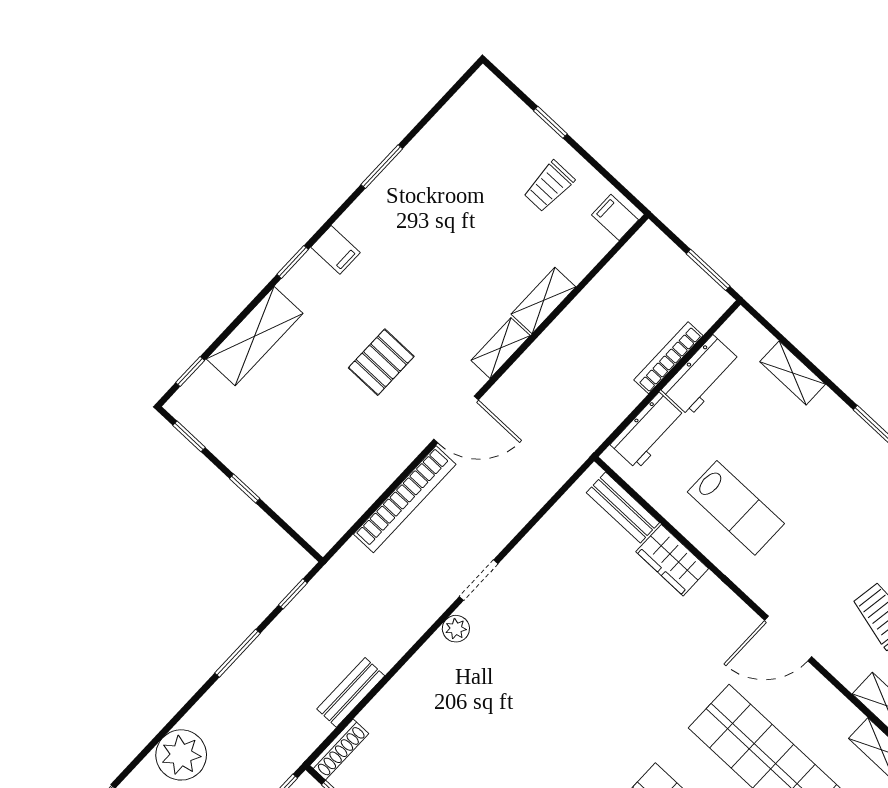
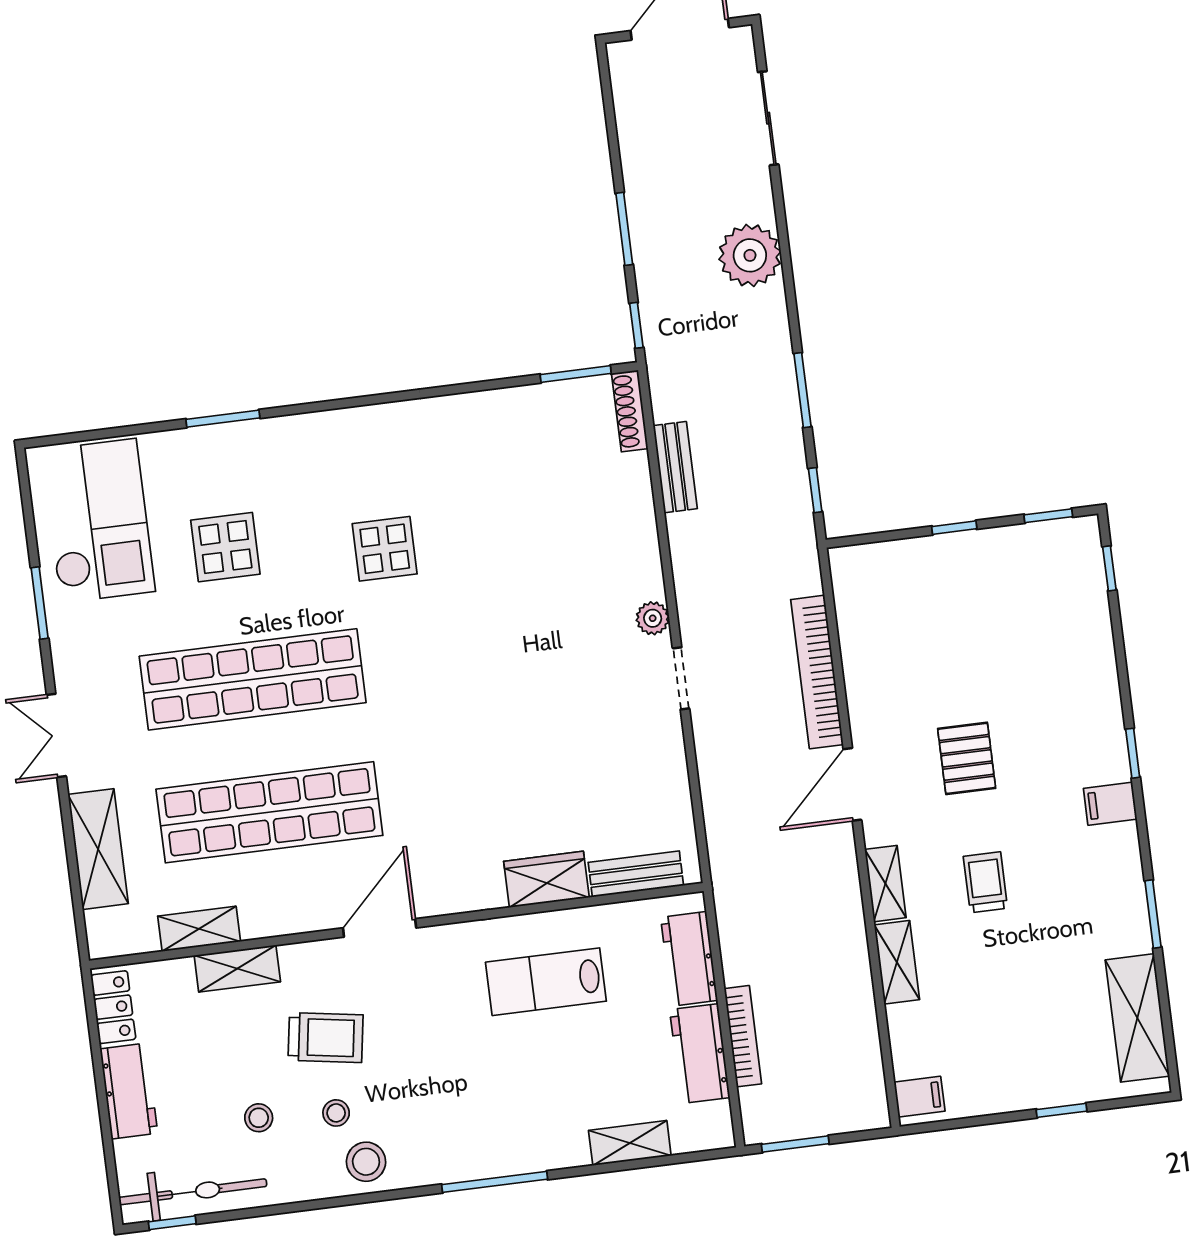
trolley: (549, 186) -> (985, 882), moved
shelving: (255, 336) -> (1137, 1018), moved

